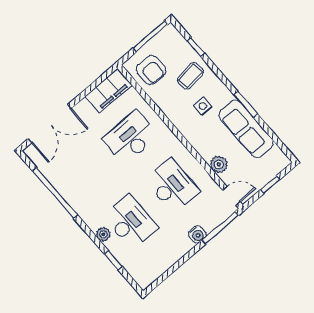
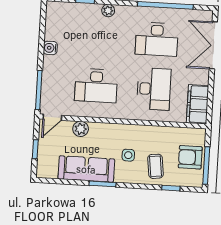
armchair: (151, 70) -> (190, 157), moved
desk: (130, 222) -> (157, 39), moved
water cooler: (197, 234) -> (50, 48), moved

